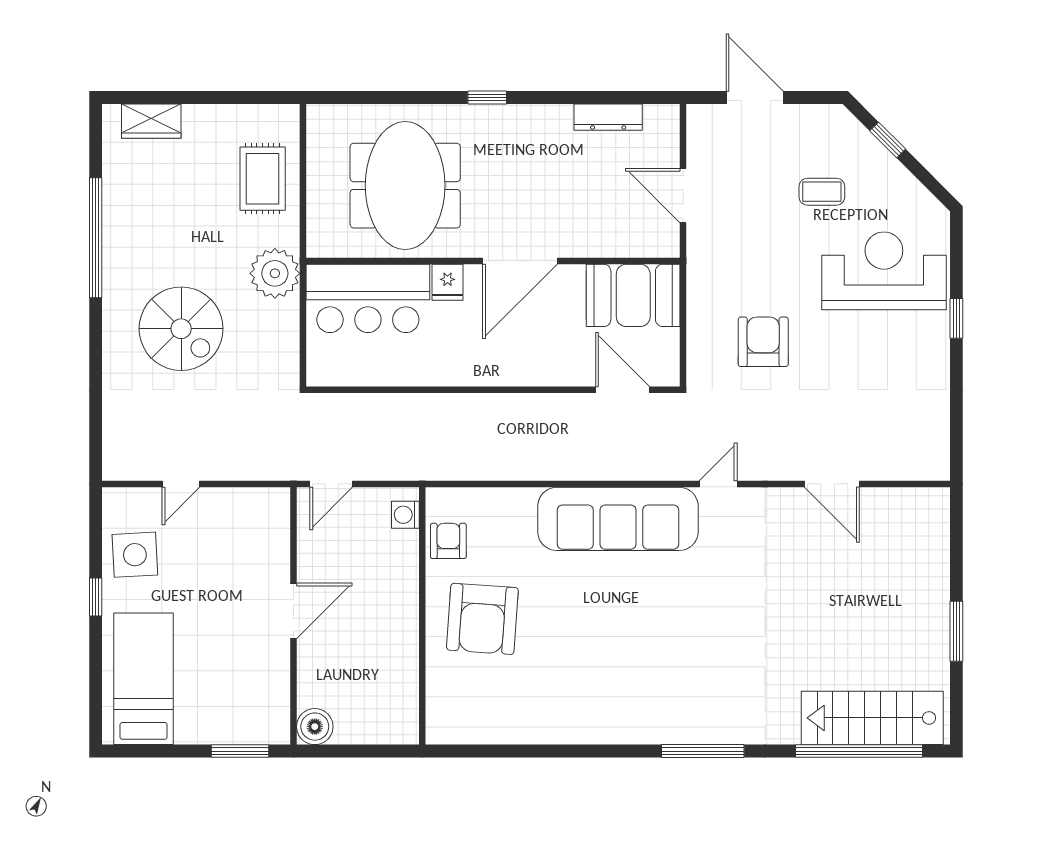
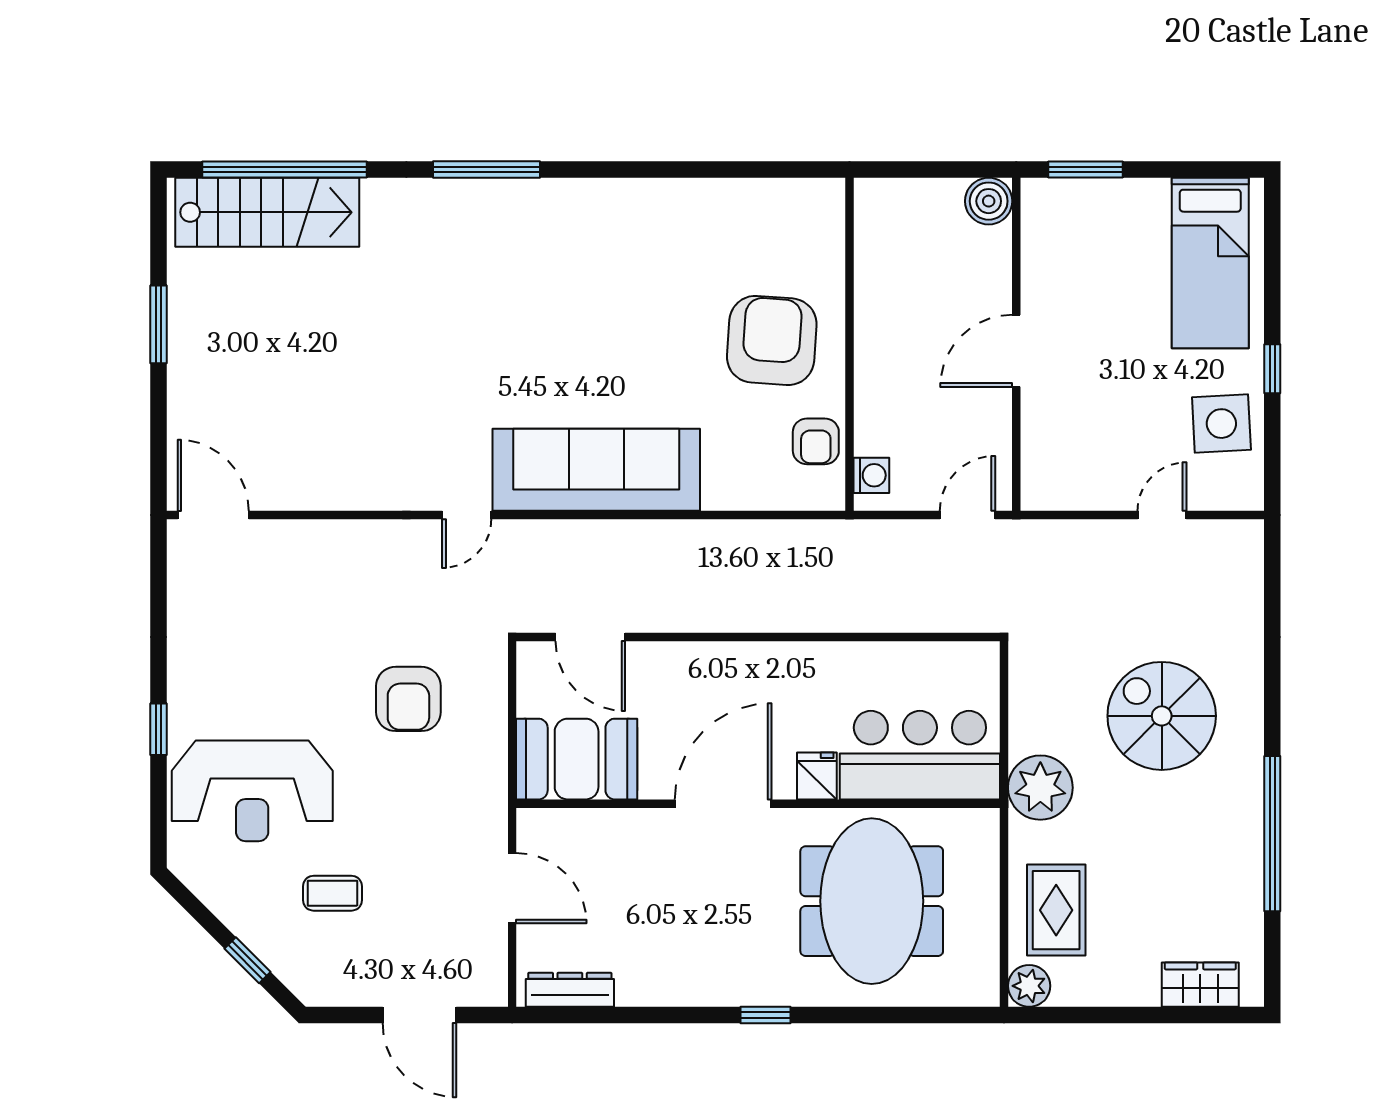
dresser: (608, 117) -> (570, 990), moved
plant: (284, 120) -> (1029, 986), added
door: (832, 484) -> (213, 515), moved

